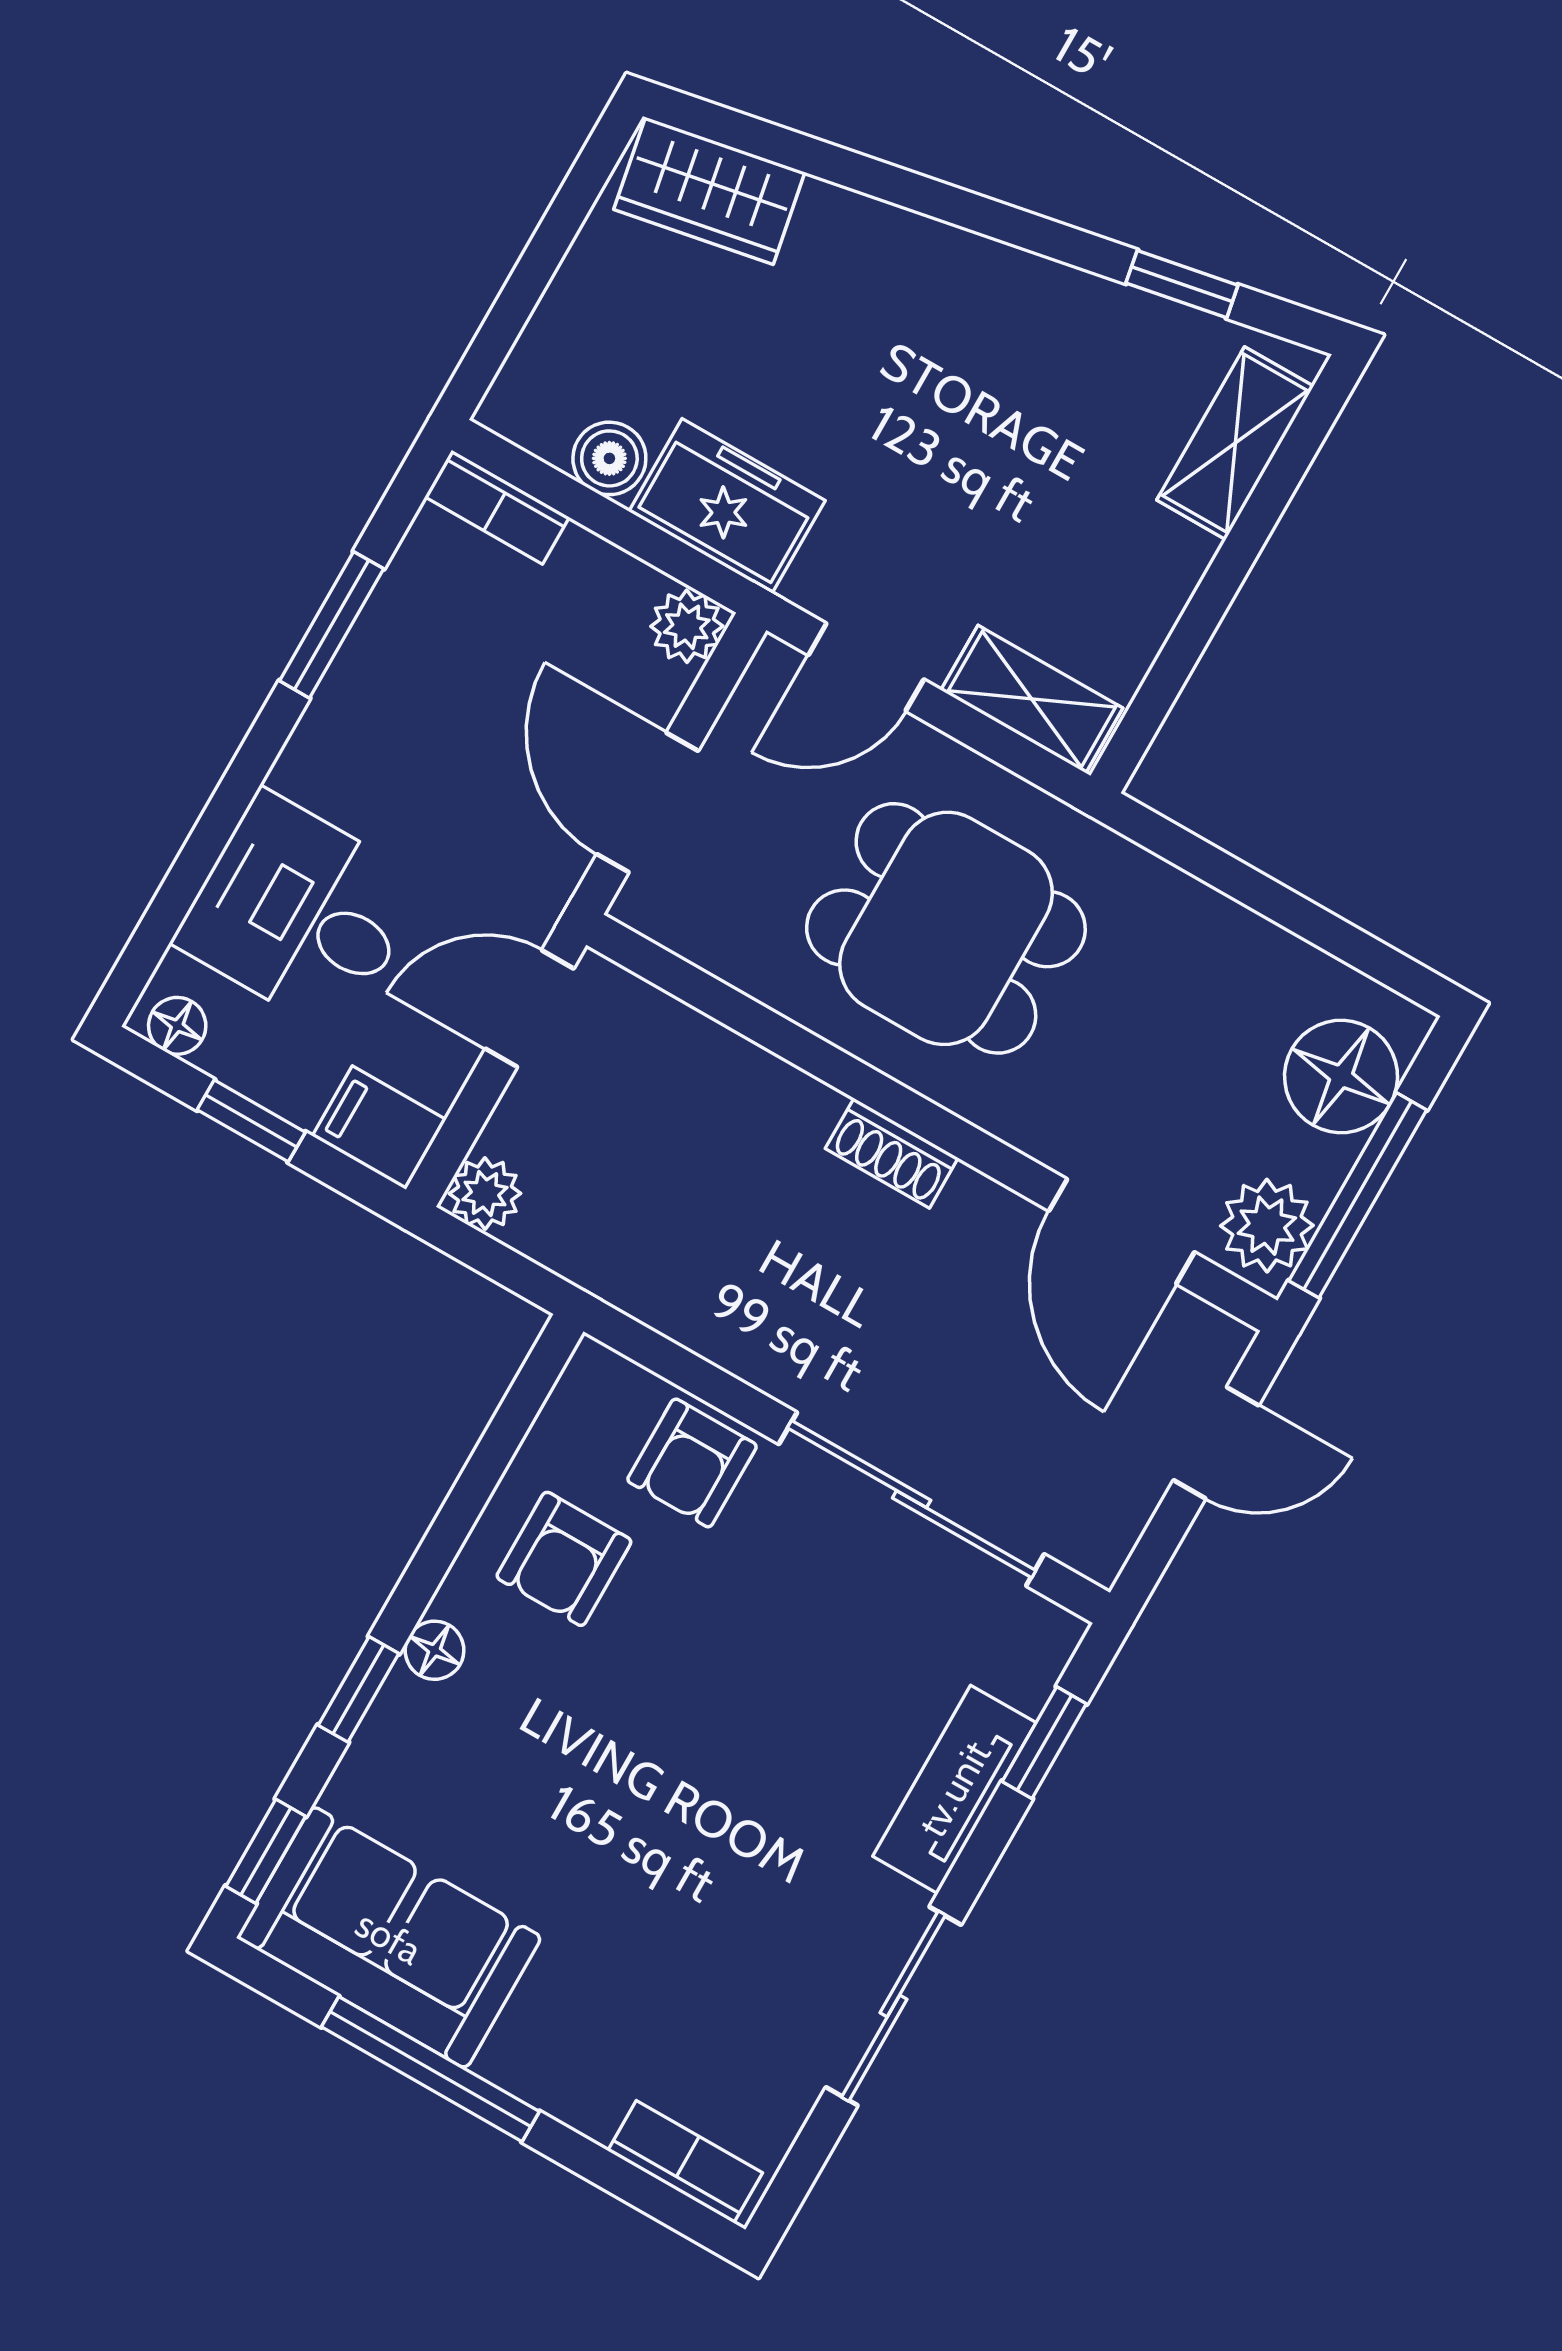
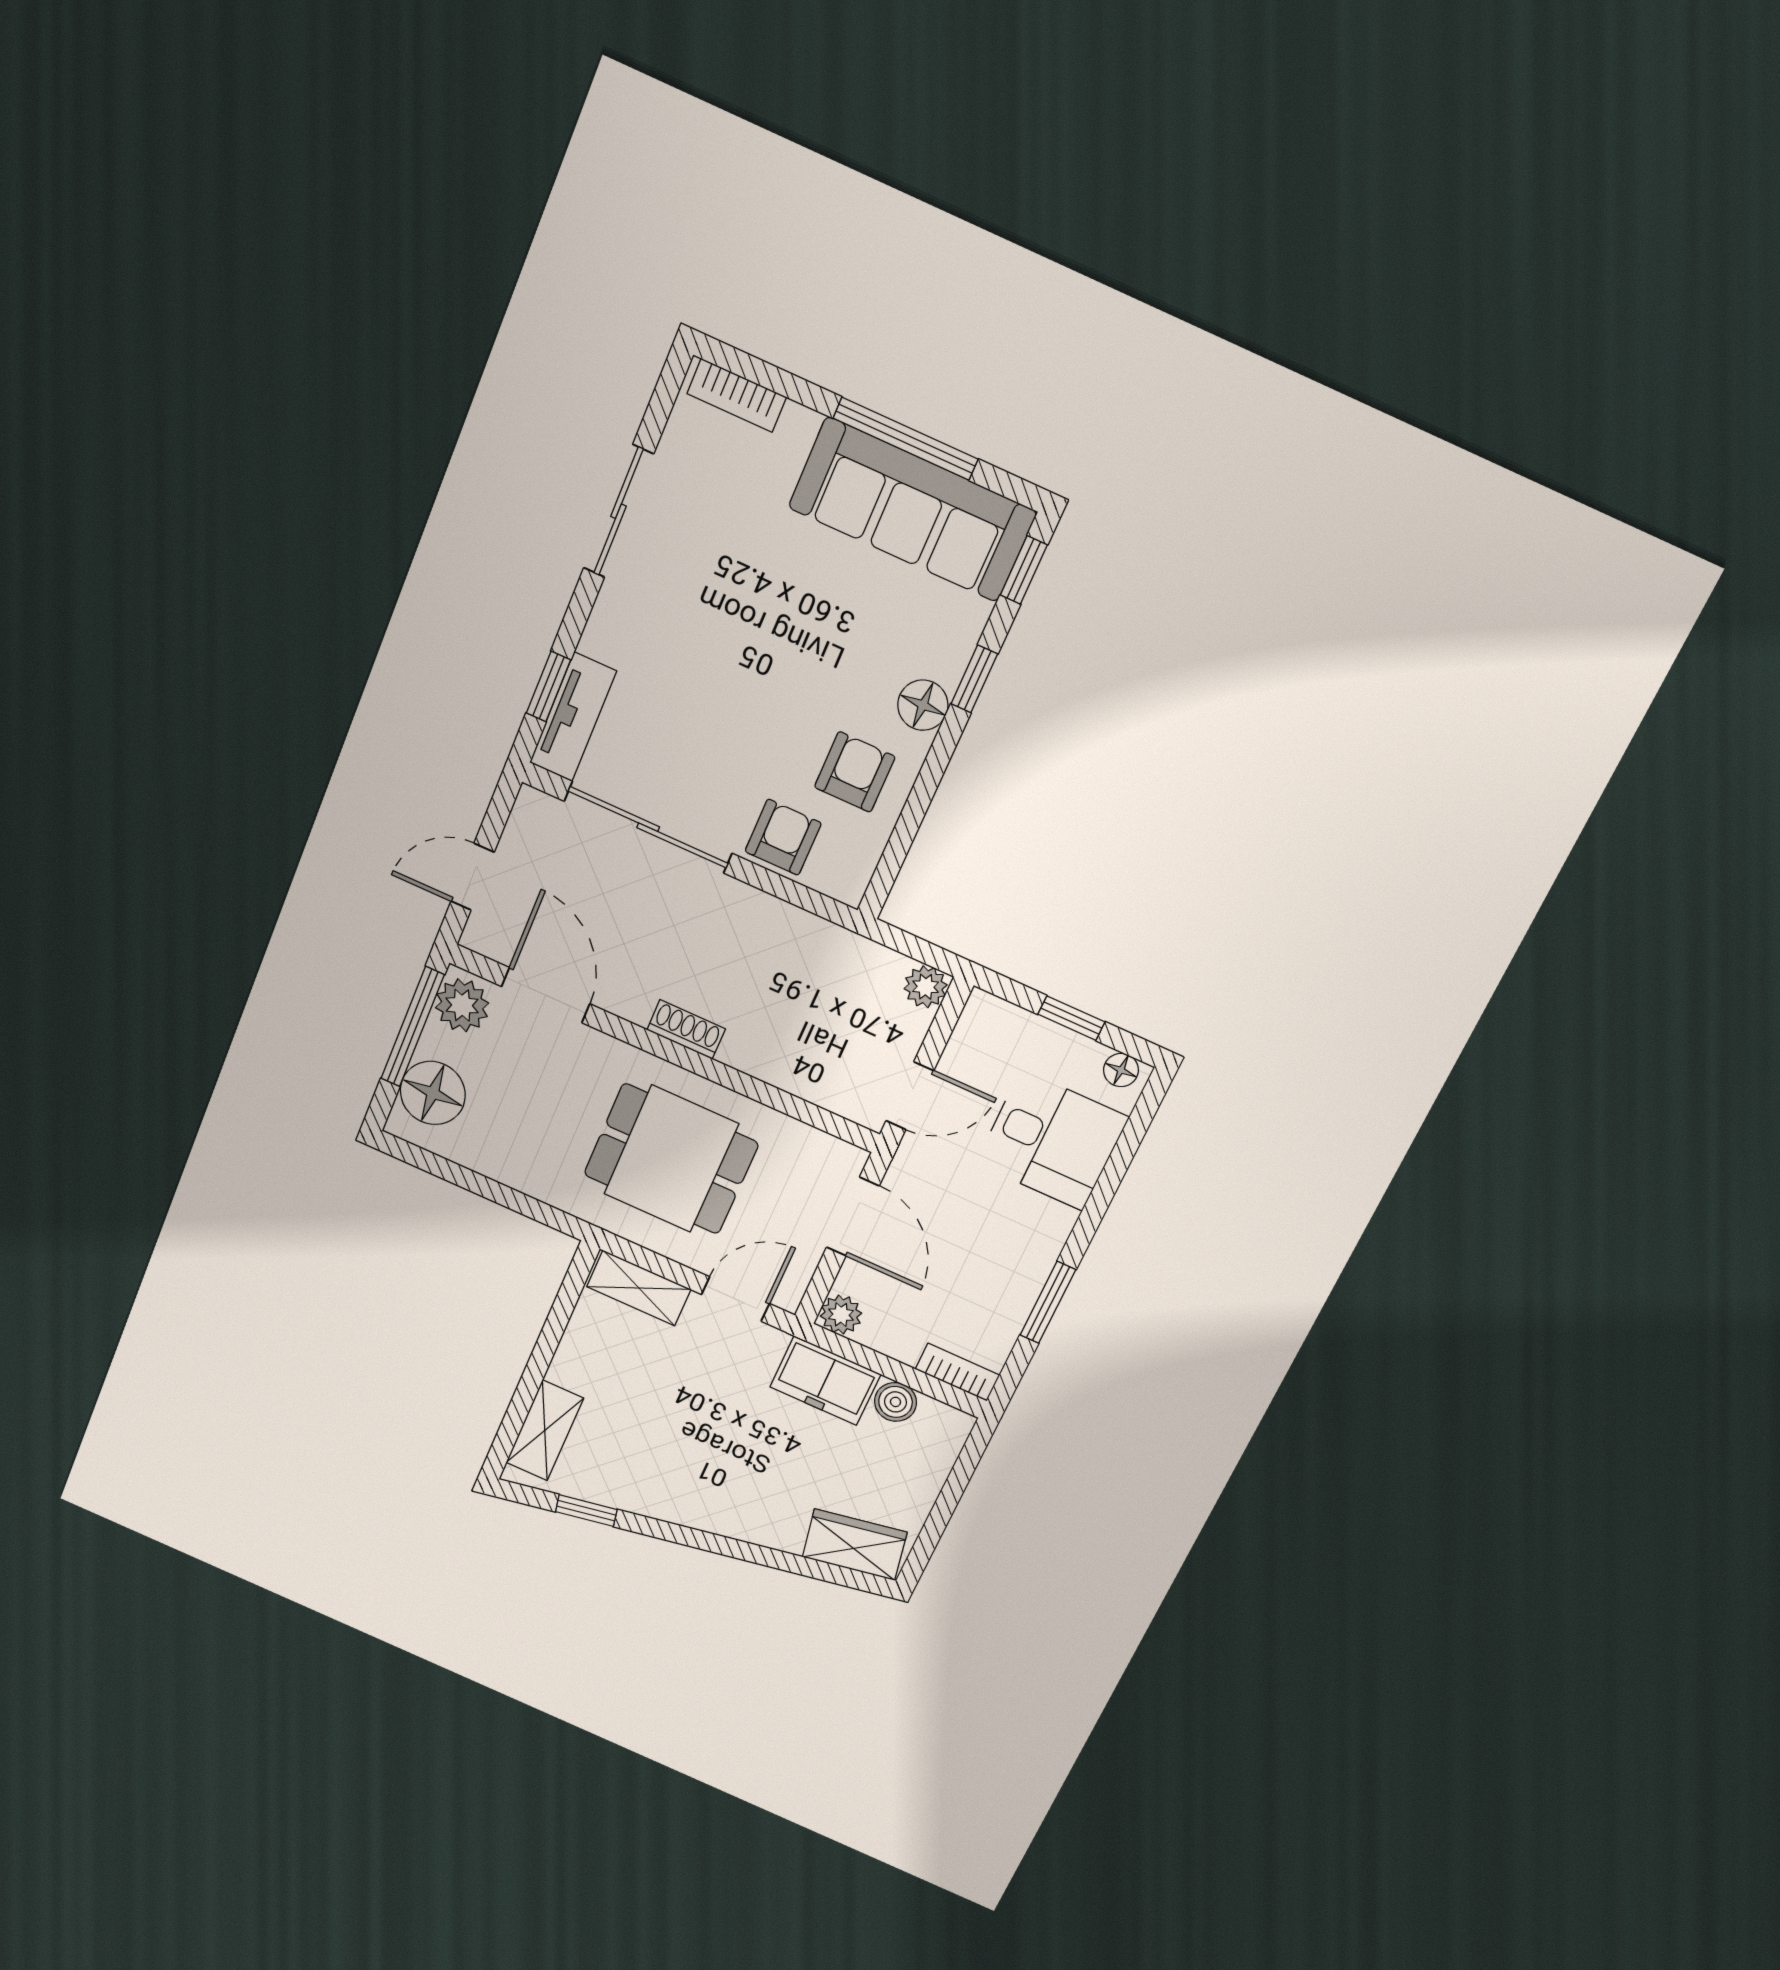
filing cabinet: (379, 1128) -> (993, 1020), removed
floor lamp: (435, 1650) -> (923, 705), width x1.37, depth x1.37
tv unit: (954, 1789) -> (573, 717), moved
sofa: (389, 1937) -> (912, 510), width x1.36

